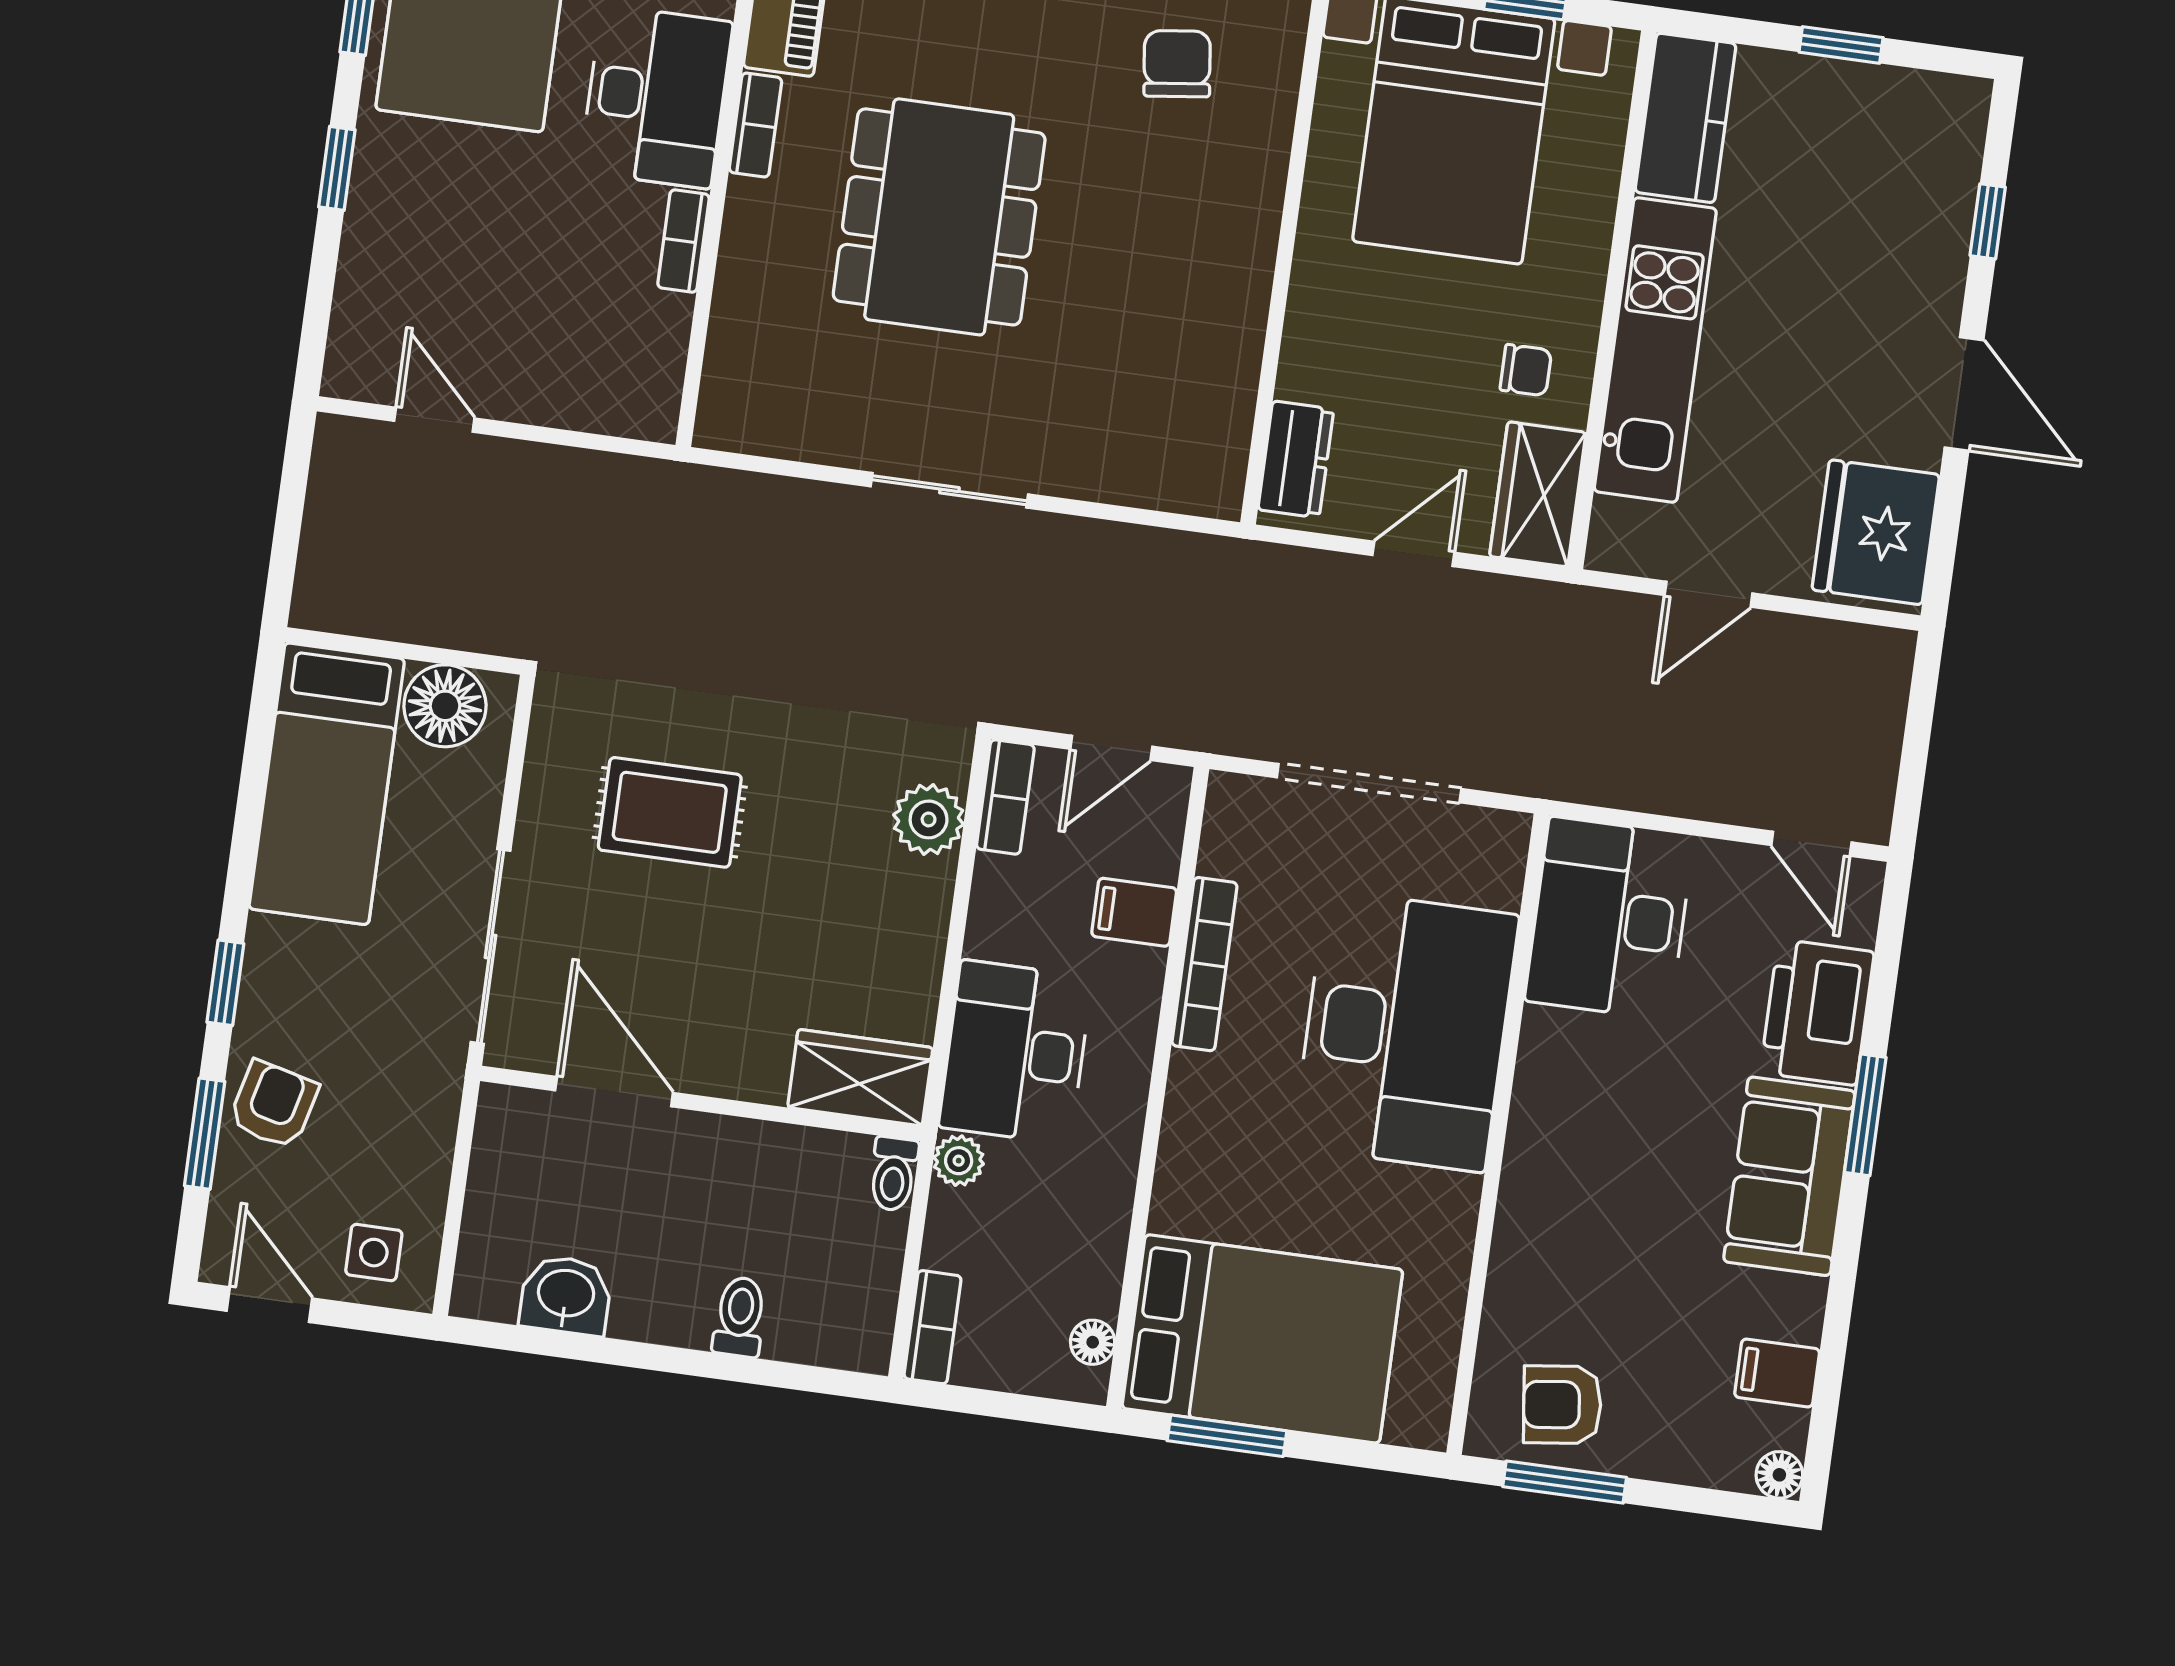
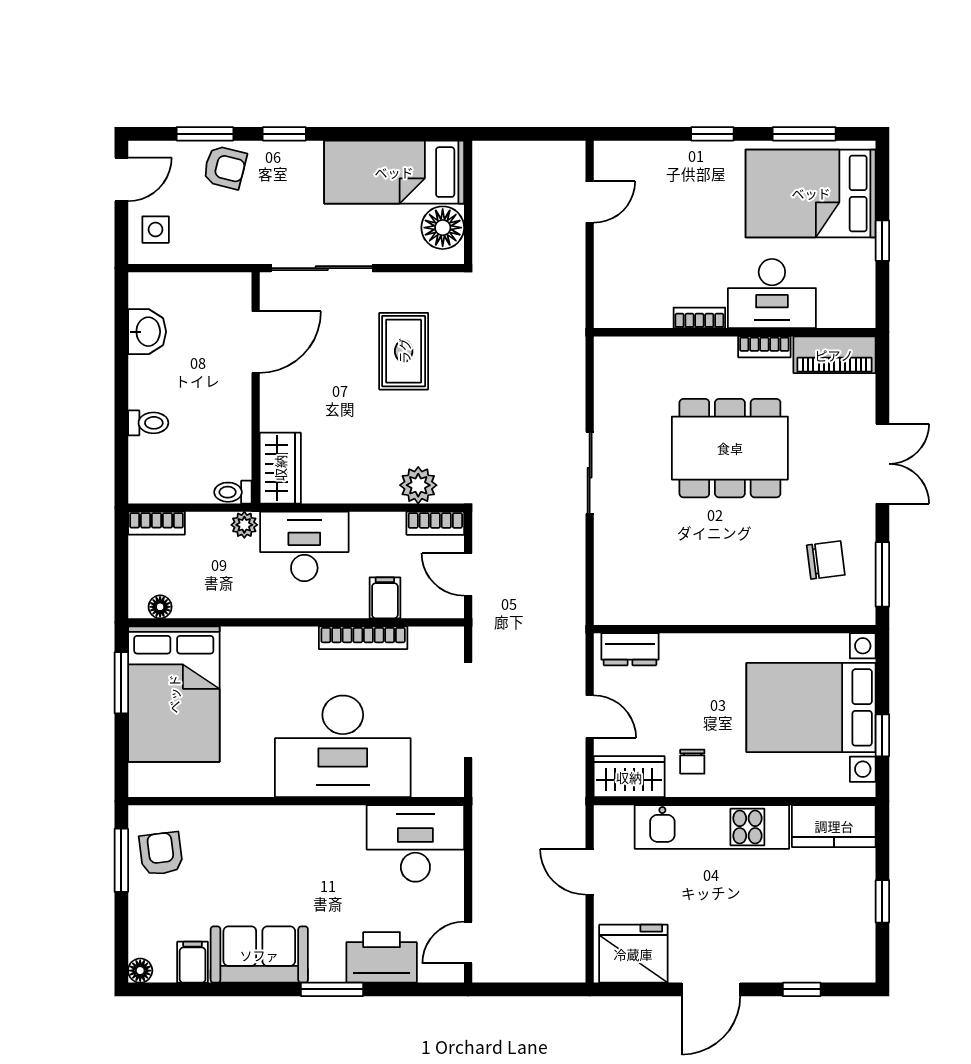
sofa: (1789, 1176) -> (259, 955), moved

